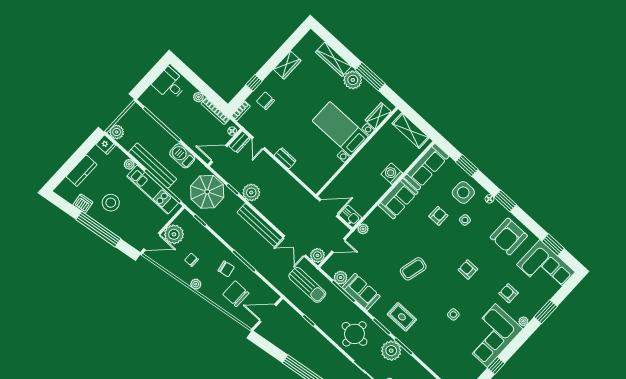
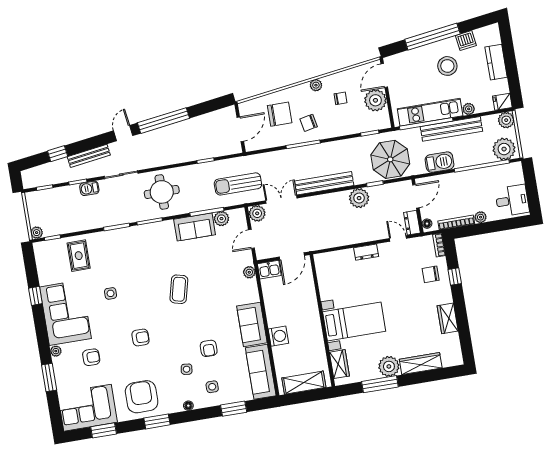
chair: (266, 101) -> (431, 274), turned 180
side table: (463, 192) -> (212, 387), width x0.54, depth x0.54
window: (505, 201) -> (157, 421), moved
rug: (402, 317) -> (79, 256), moved, turned 90
plant: (391, 351) -> (504, 149), moved

